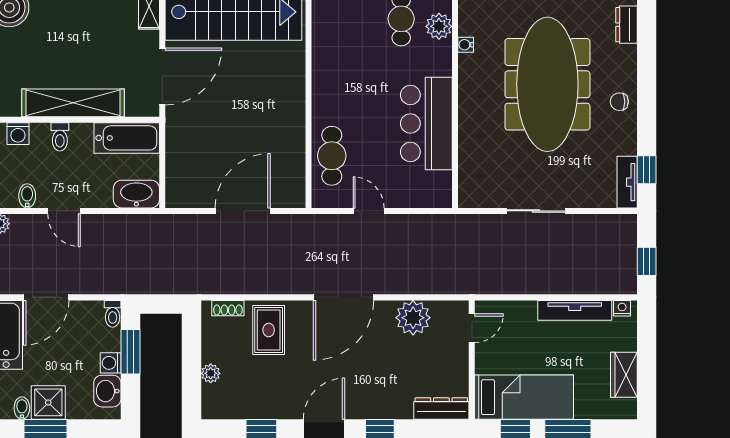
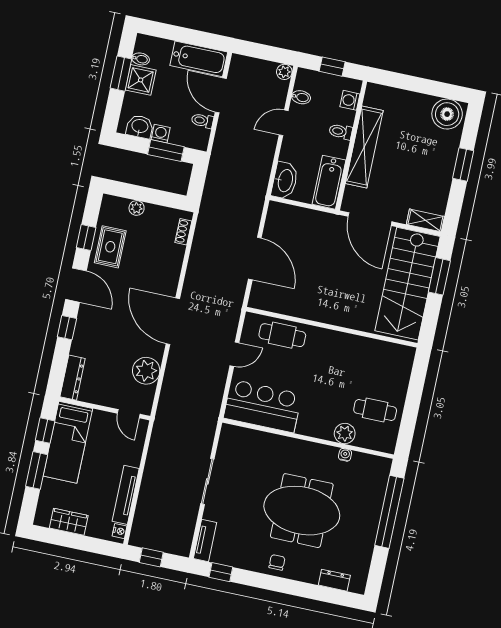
plant: (439, 26) -> (345, 434), moved
meeting table: (547, 84) -> (302, 511), width x0.73
bar counter: (426, 123) -> (263, 406), moved
tv unit: (627, 182) -> (205, 541), moved, turned 90
toilet: (113, 314) -> (202, 121), moved
rug: (269, 330) -> (110, 247), moved, turned 90

